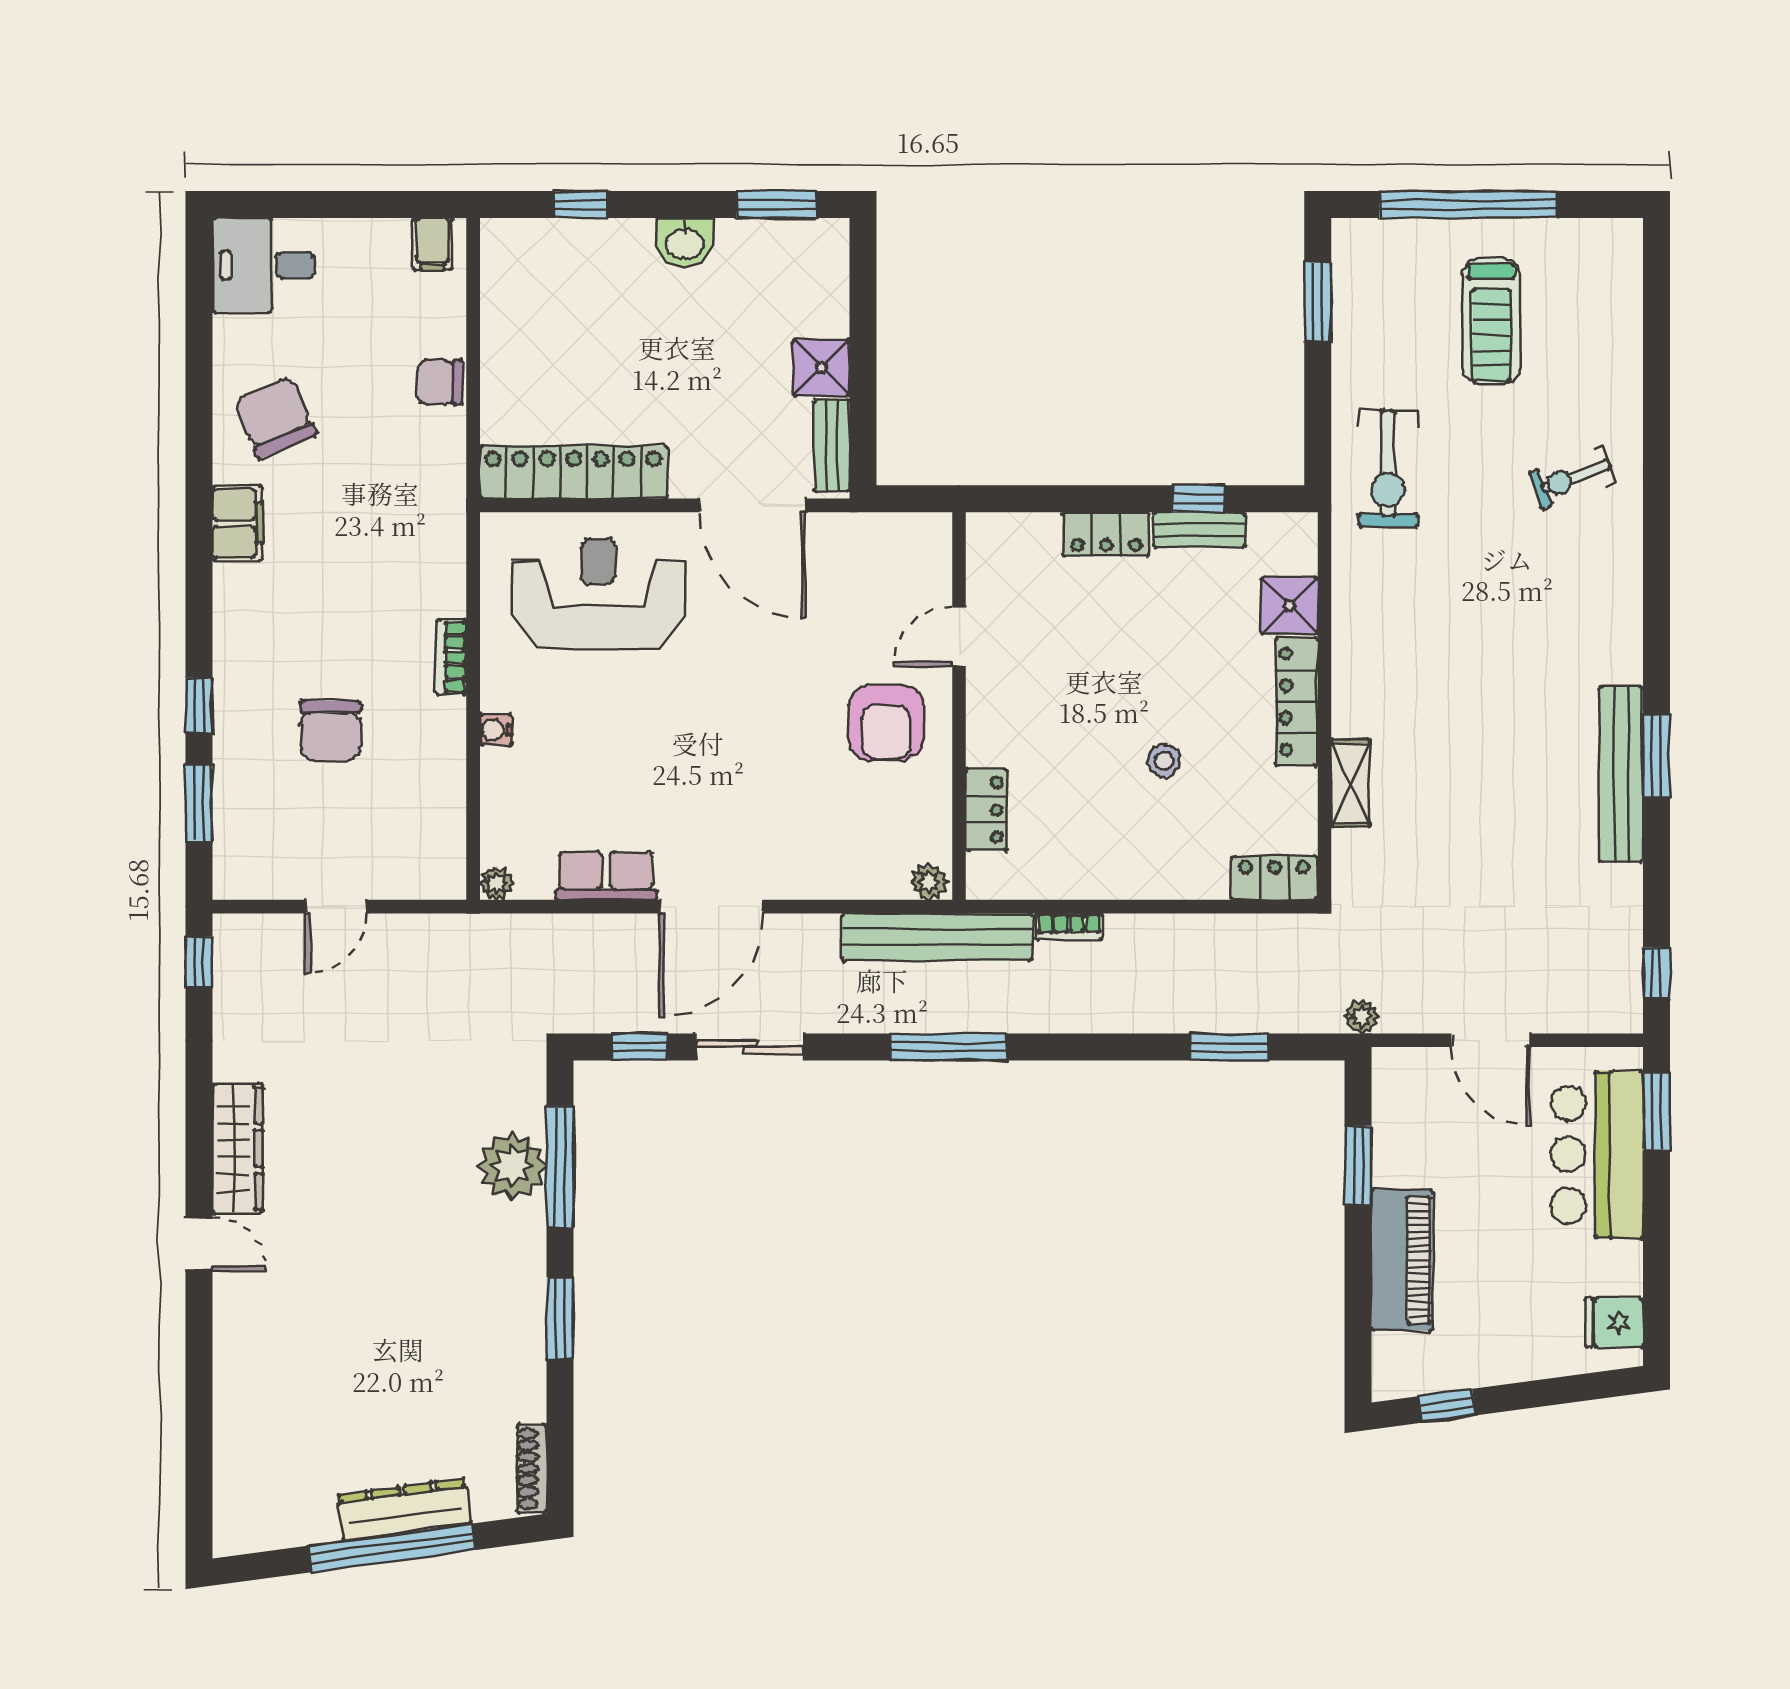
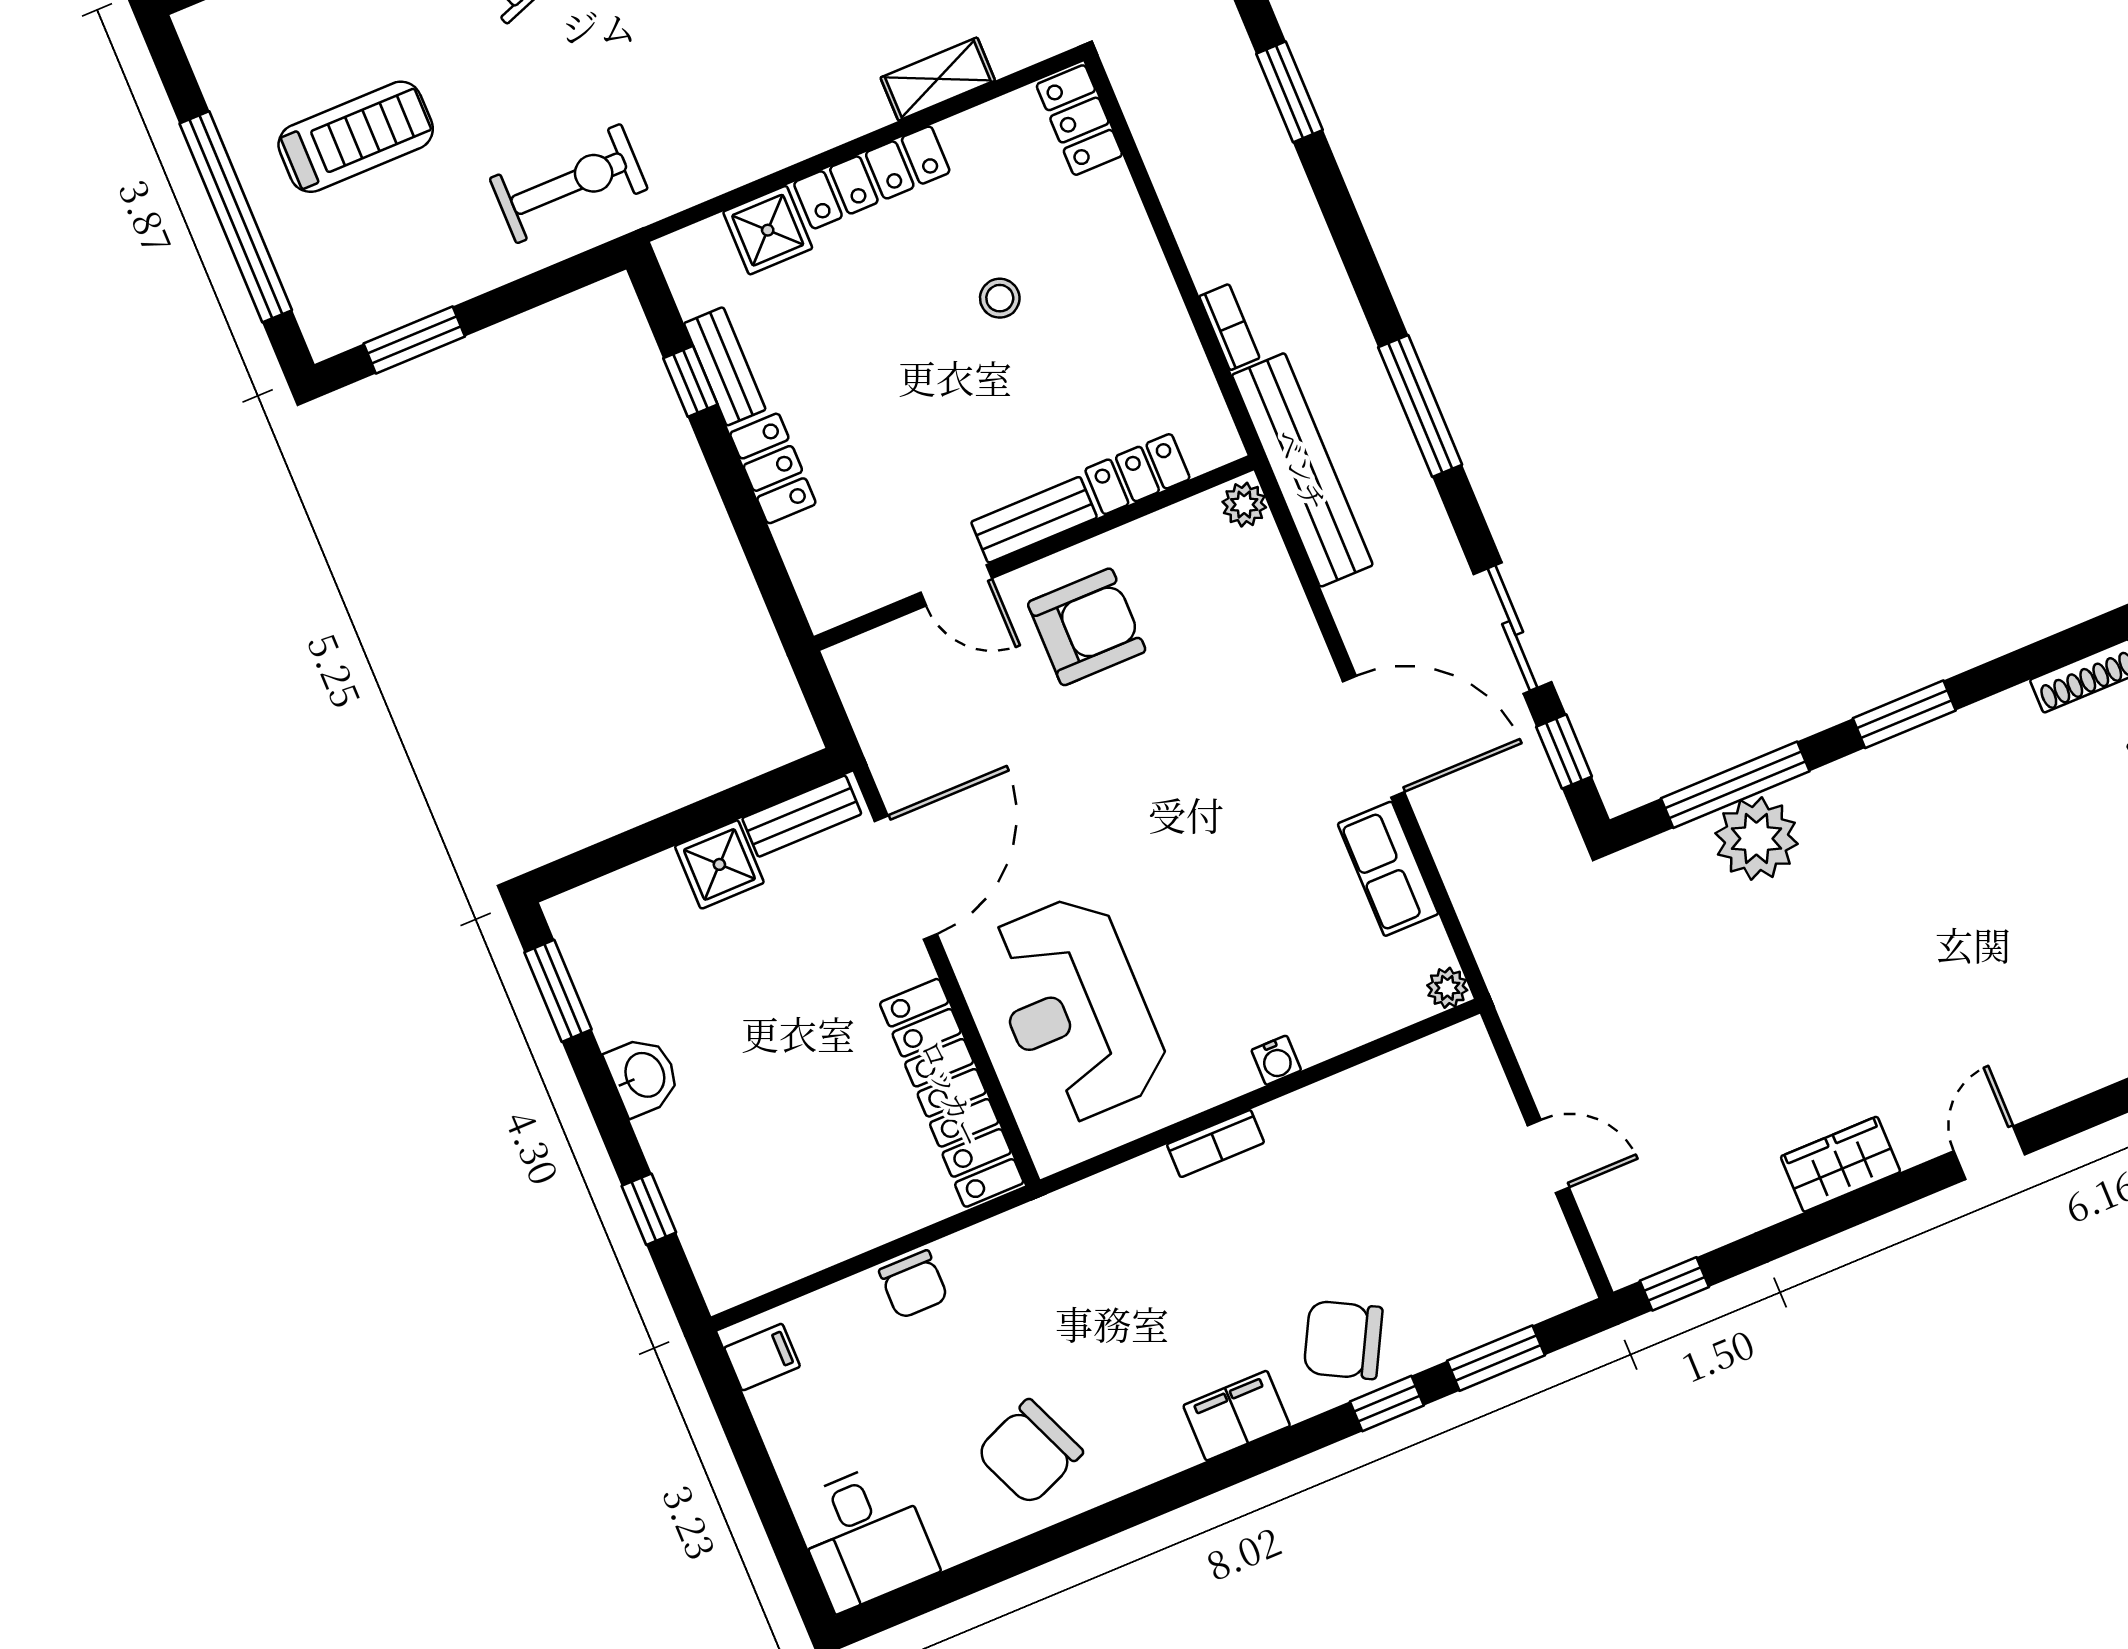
filing cabinet: (237, 523) -> (1237, 1416), moved
bench: (984, 717) -> (1034, 520), added
chair: (331, 731) -> (1343, 1340), moved, turned -152
wardrobe: (237, 1148) -> (1840, 1164), width x0.67

